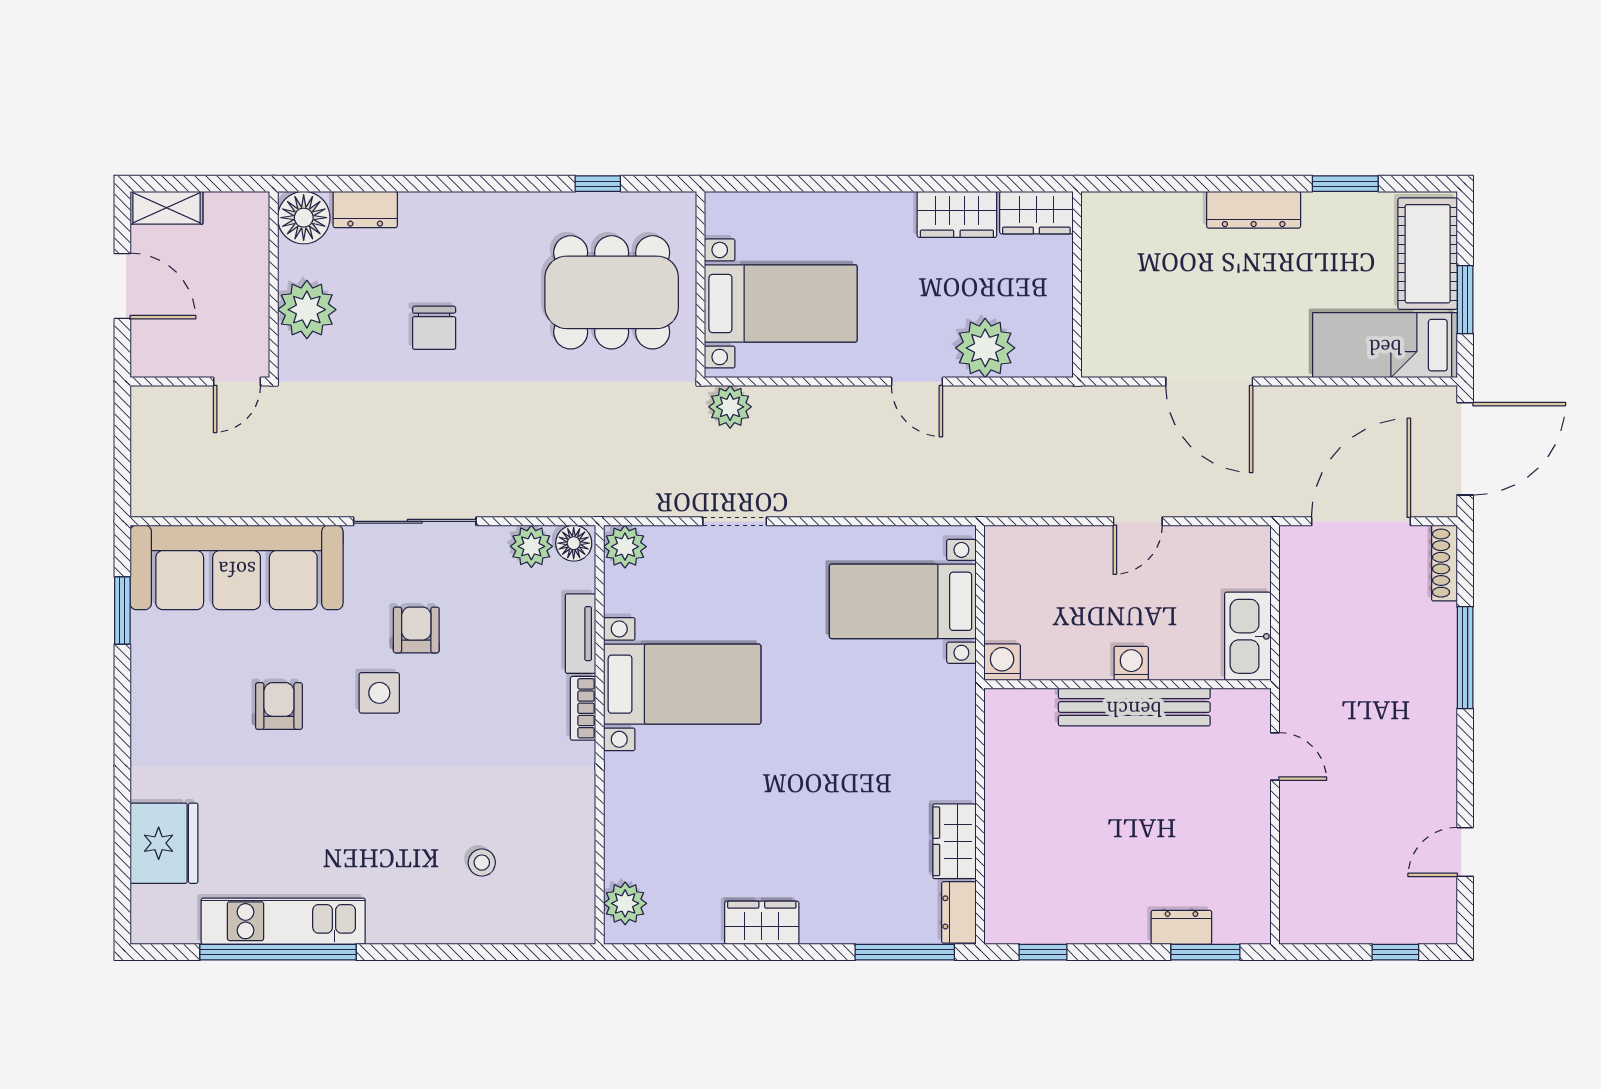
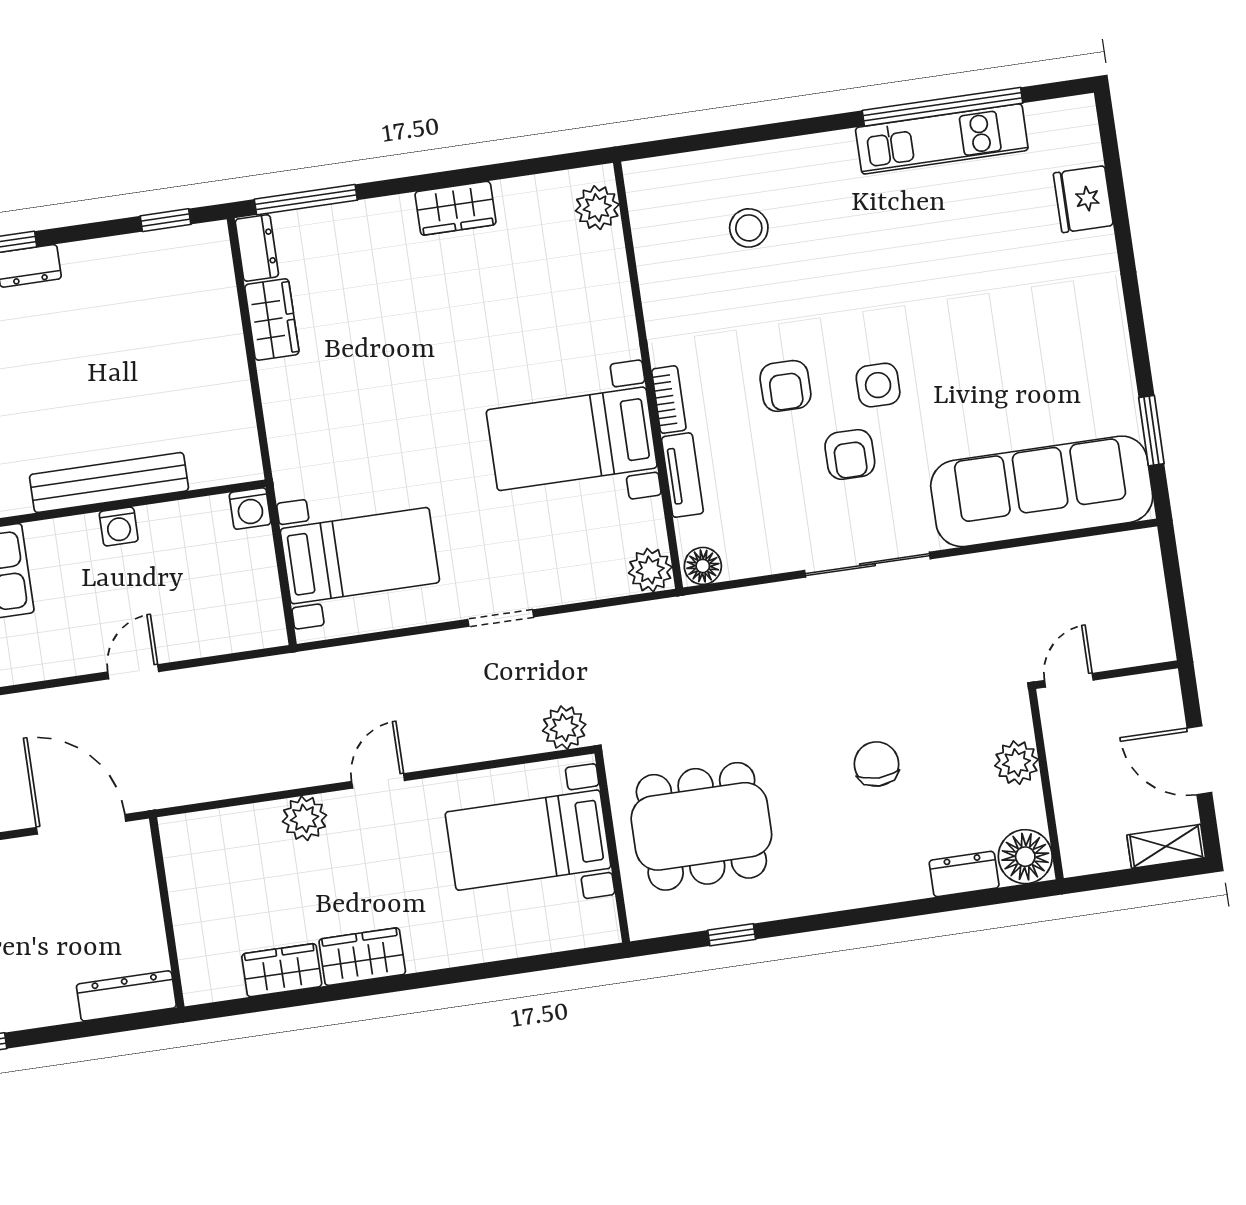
dresser: (1254, 210) -> (126, 996), moved
wall: (1077, 285) -> (167, 912), moved
plant: (307, 310) -> (1016, 763), width x0.73, depth x0.73
plant: (985, 348) -> (305, 818), width x0.73, depth x0.73
door: (917, 382) -> (378, 781), hinge flipped
doorway: (735, 521) -> (501, 618), moved
plant: (531, 546) -> (745, 556), removed
armchair: (279, 706) -> (785, 386), moved
fridge: (164, 843) -> (1083, 199), width x0.73, depth x0.75
stool: (482, 863) -> (749, 228), width x1.37, depth x1.37

